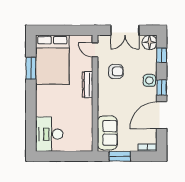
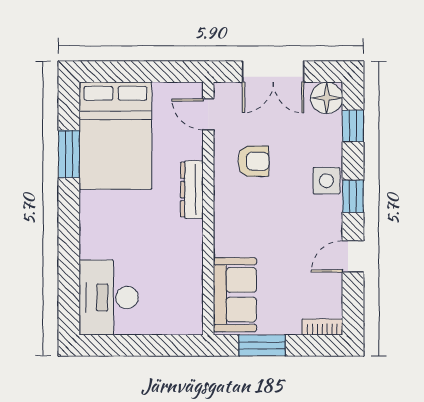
door: (162, 115) -> (353, 256), width x0.53

